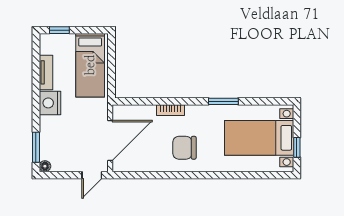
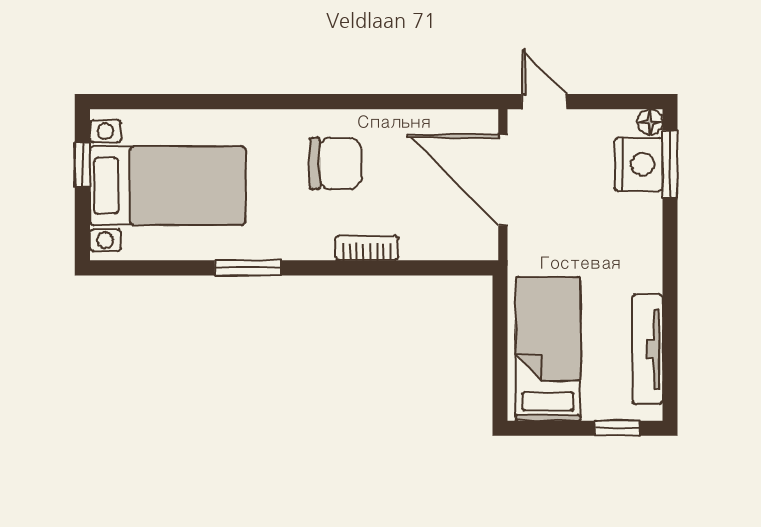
tv unit: (46, 72) -> (648, 349), width x1.41
nightstand: (50, 103) -> (639, 164), moved
door: (110, 140) -> (503, 180), hinge flipped
door: (92, 175) -> (544, 102), hinge flipped

